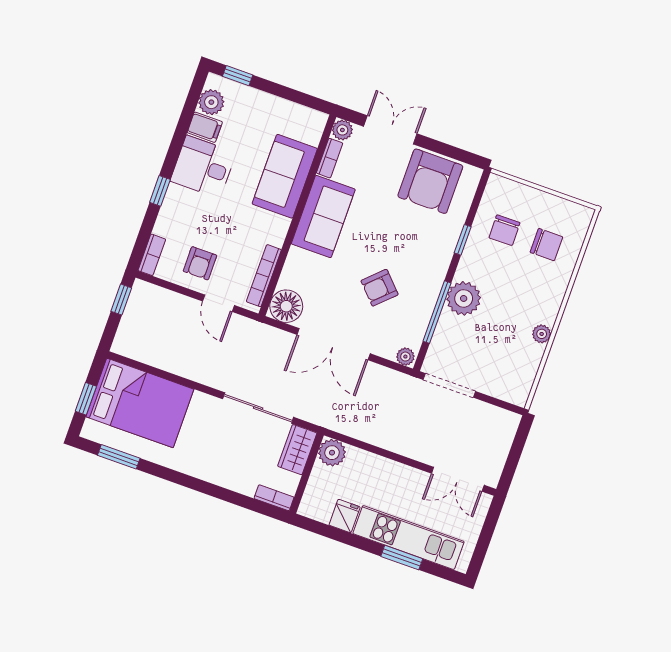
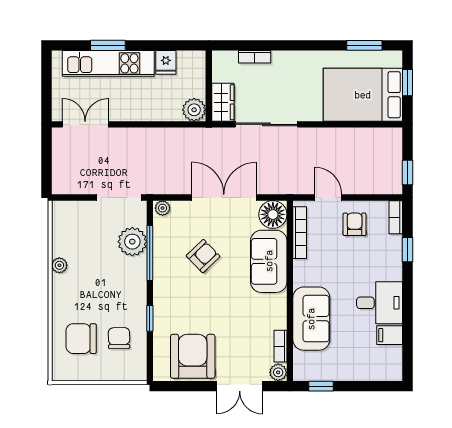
window: (238, 76) -> (321, 386), moved
plant: (211, 102) -> (392, 357), removed
window: (160, 191) -> (407, 250), moved
sofa: (323, 217) -> (269, 261), moved
chair: (546, 245) -> (81, 339), width x1.37, depth x1.37
plant: (464, 298) -> (132, 242), moved
bookcase: (274, 498) -> (255, 57), moved

